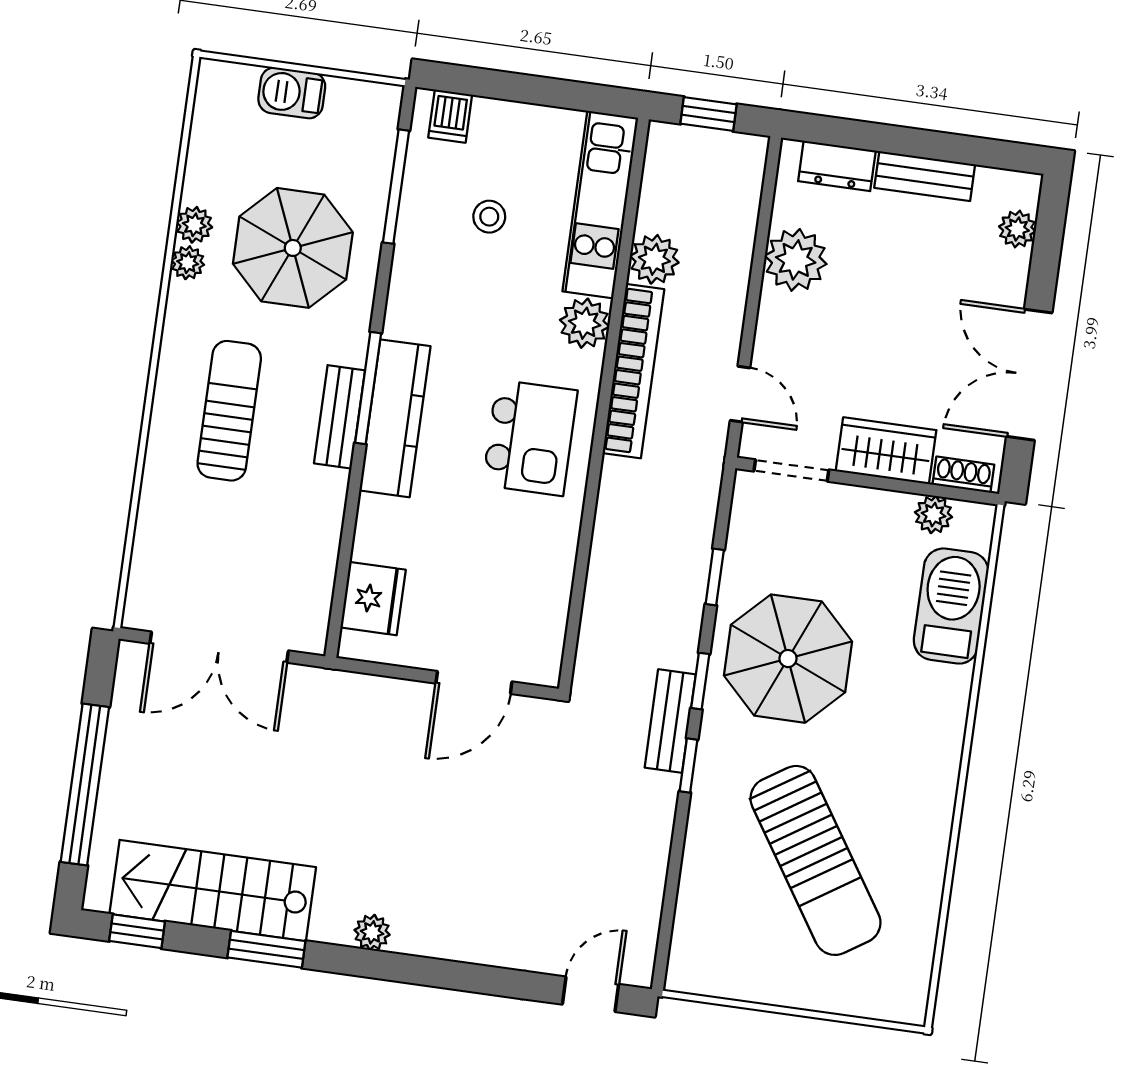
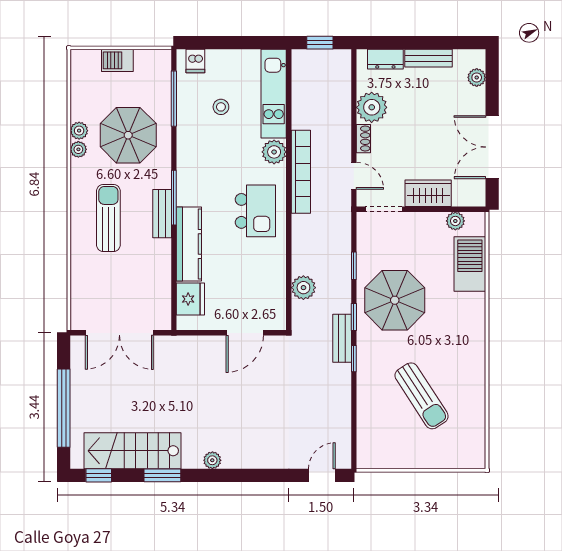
plant: (654, 259) -> (303, 288), moved
kitchen counter: (395, 418) -> (189, 244), moved
shoe rack: (963, 475) -> (363, 139), moved, turned 90
sun lounger: (815, 860) -> (422, 396), width x0.73, depth x0.75

